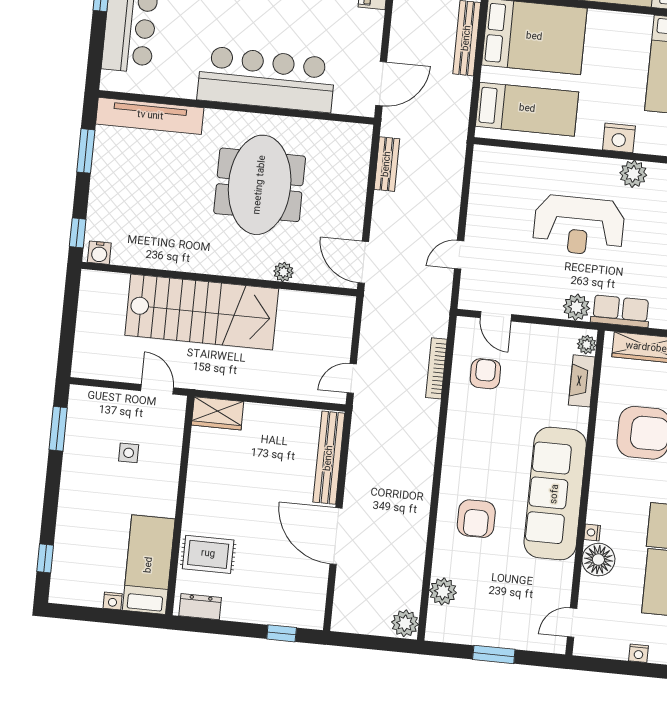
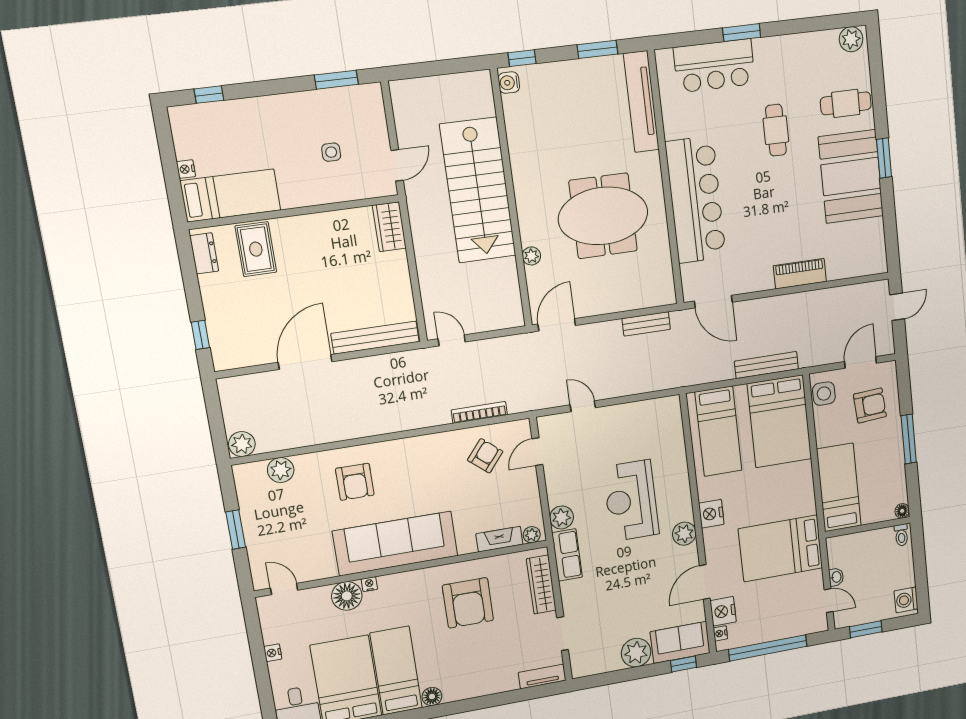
armchair: (485, 374) -> (485, 456), turned -50
armchair: (476, 519) -> (355, 482), turned -90

